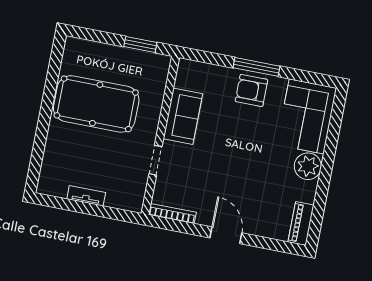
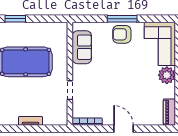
window: (140, 44) -> (15, 19), moved
sofa: (183, 116) -> (82, 47), moved

